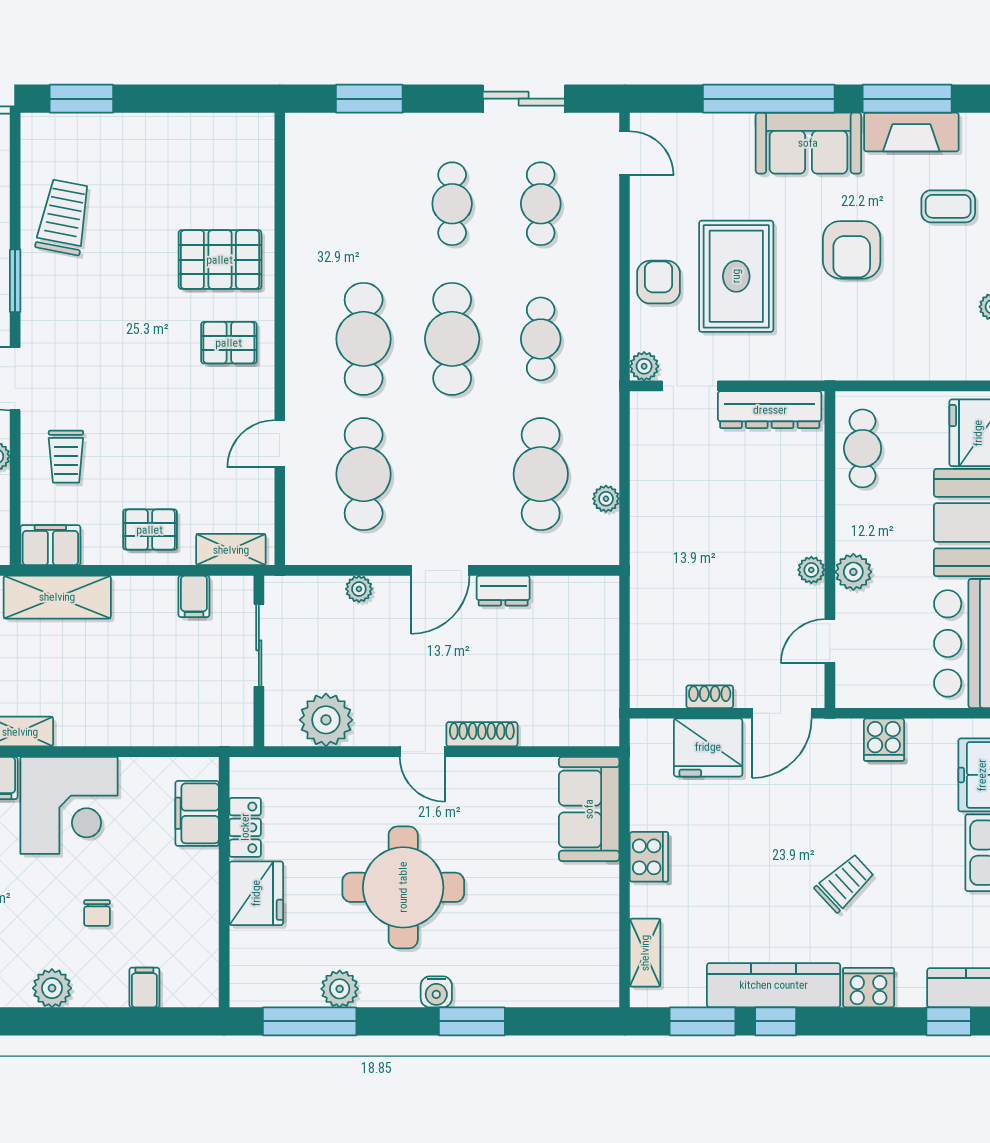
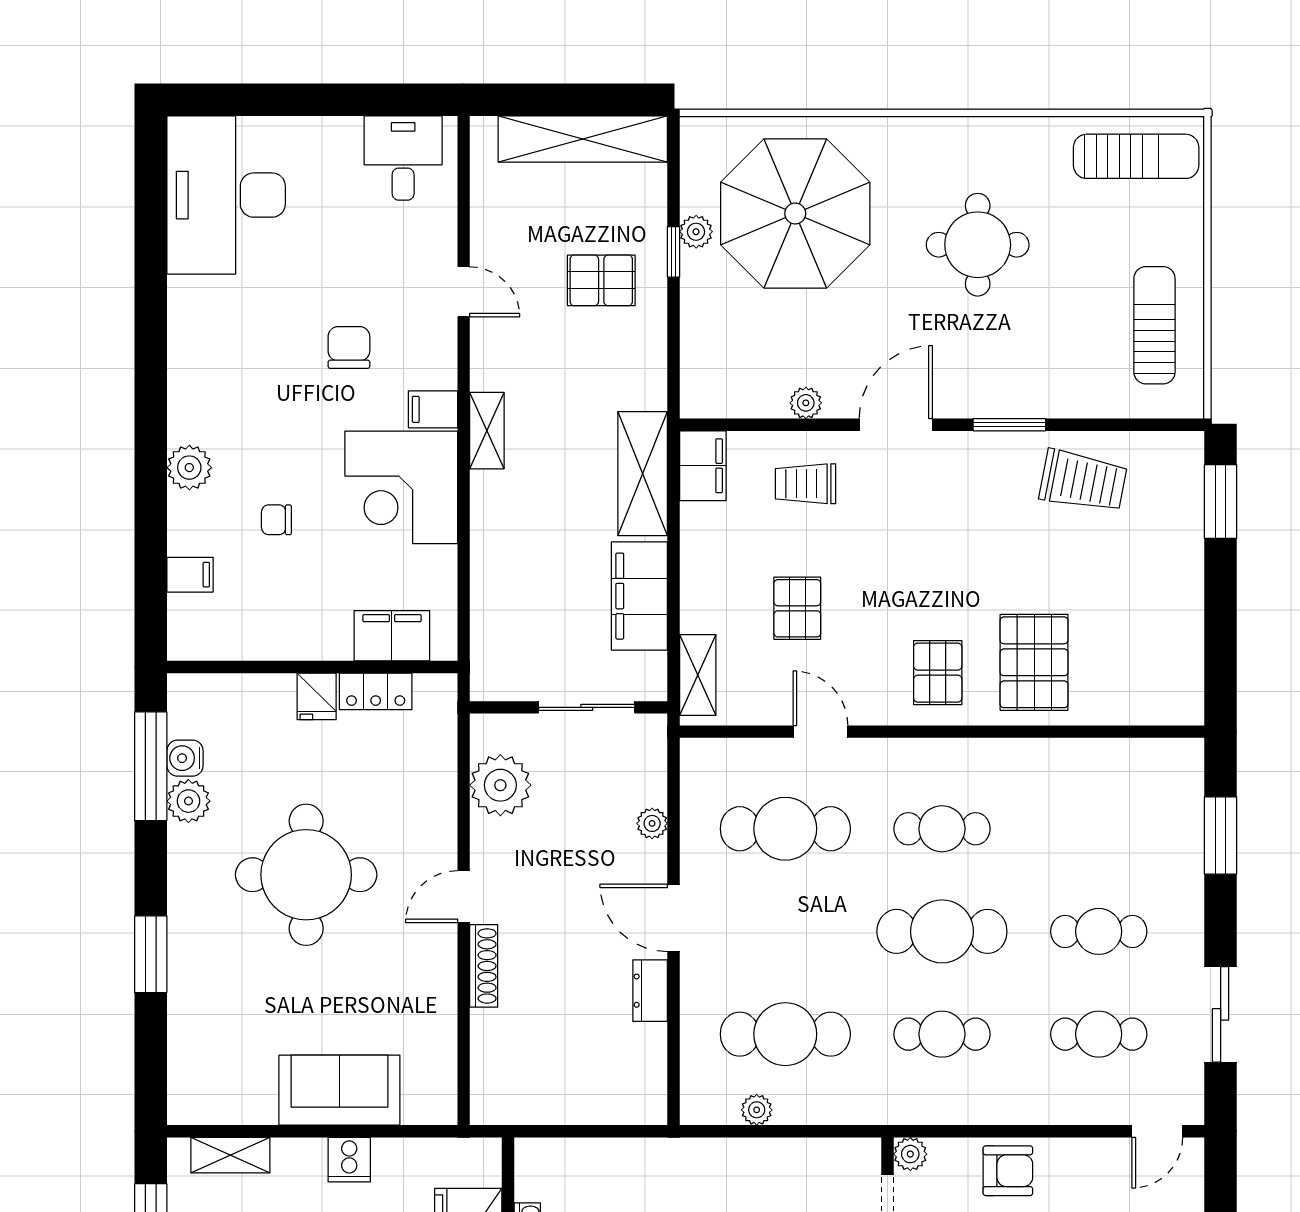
cafe table: (364, 339) -> (942, 829), width x0.73, depth x0.74
pallet: (150, 530) -> (797, 608), moved
filing cabinet: (194, 596) -> (639, 596), width x3.00, depth x1.17
sofa: (589, 809) -> (339, 1090), moved
cooker: (649, 857) -> (349, 1160), width x0.73
fridge: (256, 893) -> (317, 696), width x0.53, depth x0.75
water cooler: (436, 992) -> (185, 758), moved

